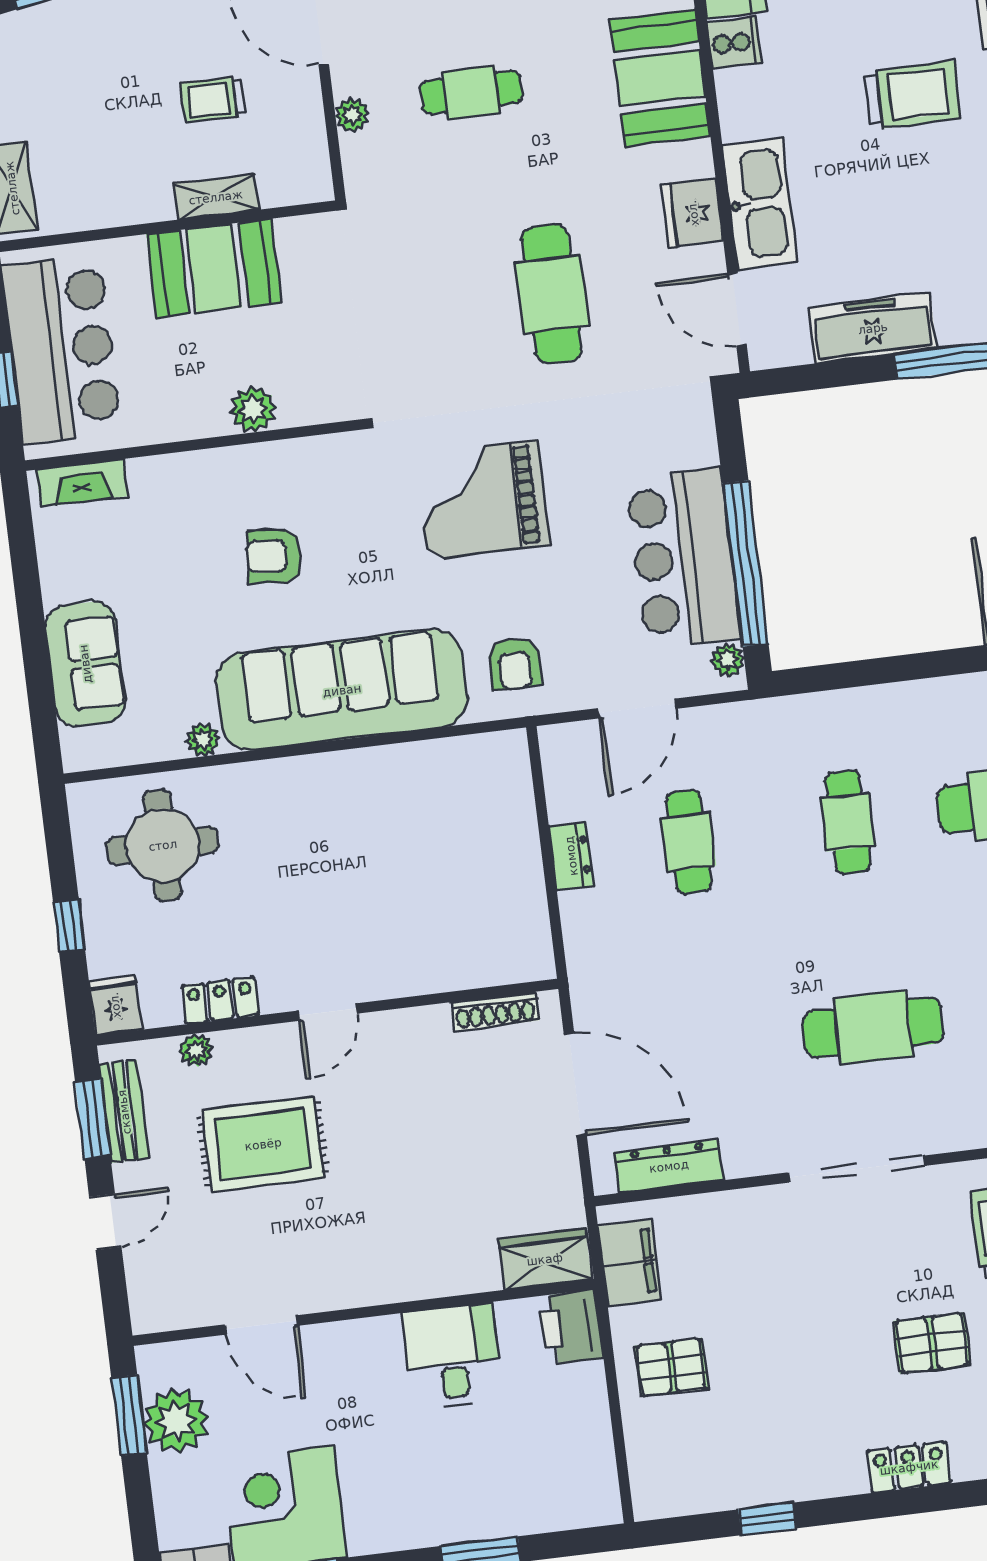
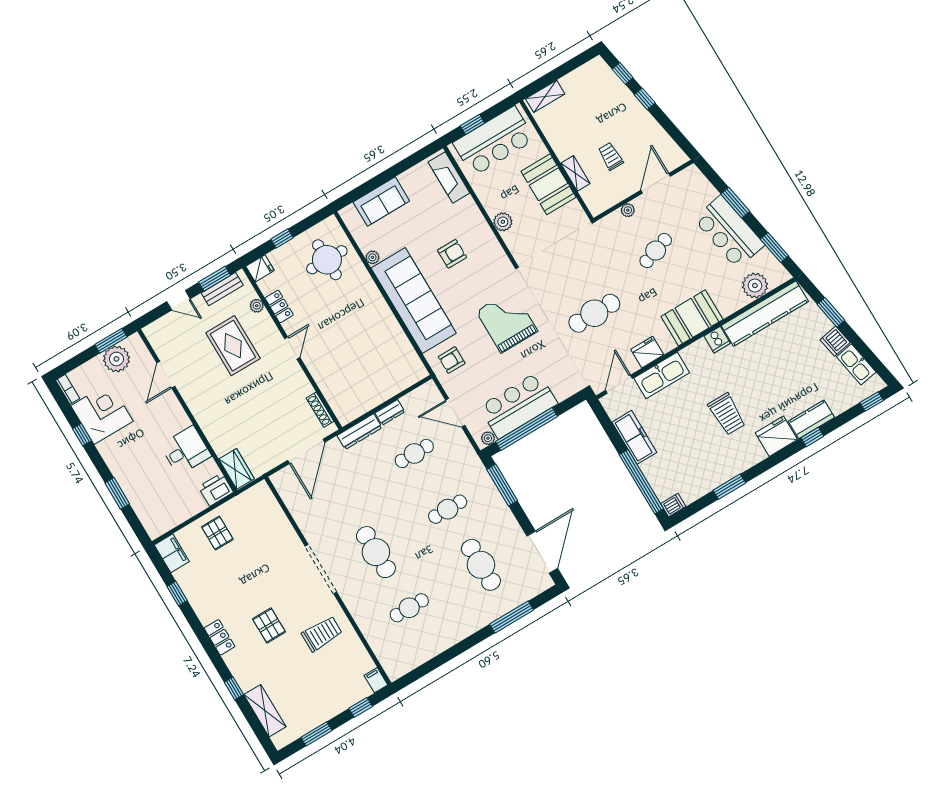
cafe table: (471, 92) -> (656, 251), turned 71
fireplace: (82, 483) -> (449, 177), width x1.37, depth x1.32
armchair: (274, 556) -> (452, 254), turned 85
window: (848, 675) -> (502, 485), added
door: (327, 1012) -> (292, 348), swing flipped
dresser: (669, 1166) -> (360, 432), moved, turned 90
filing cabinet: (630, 1263) -> (172, 553), moved, turned -90

